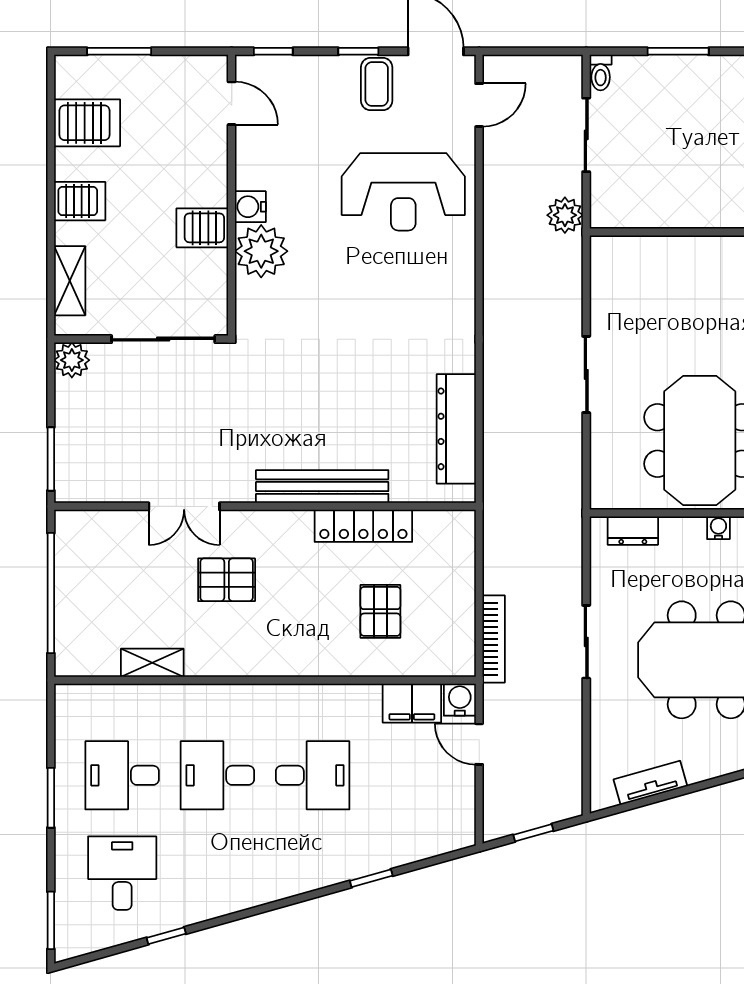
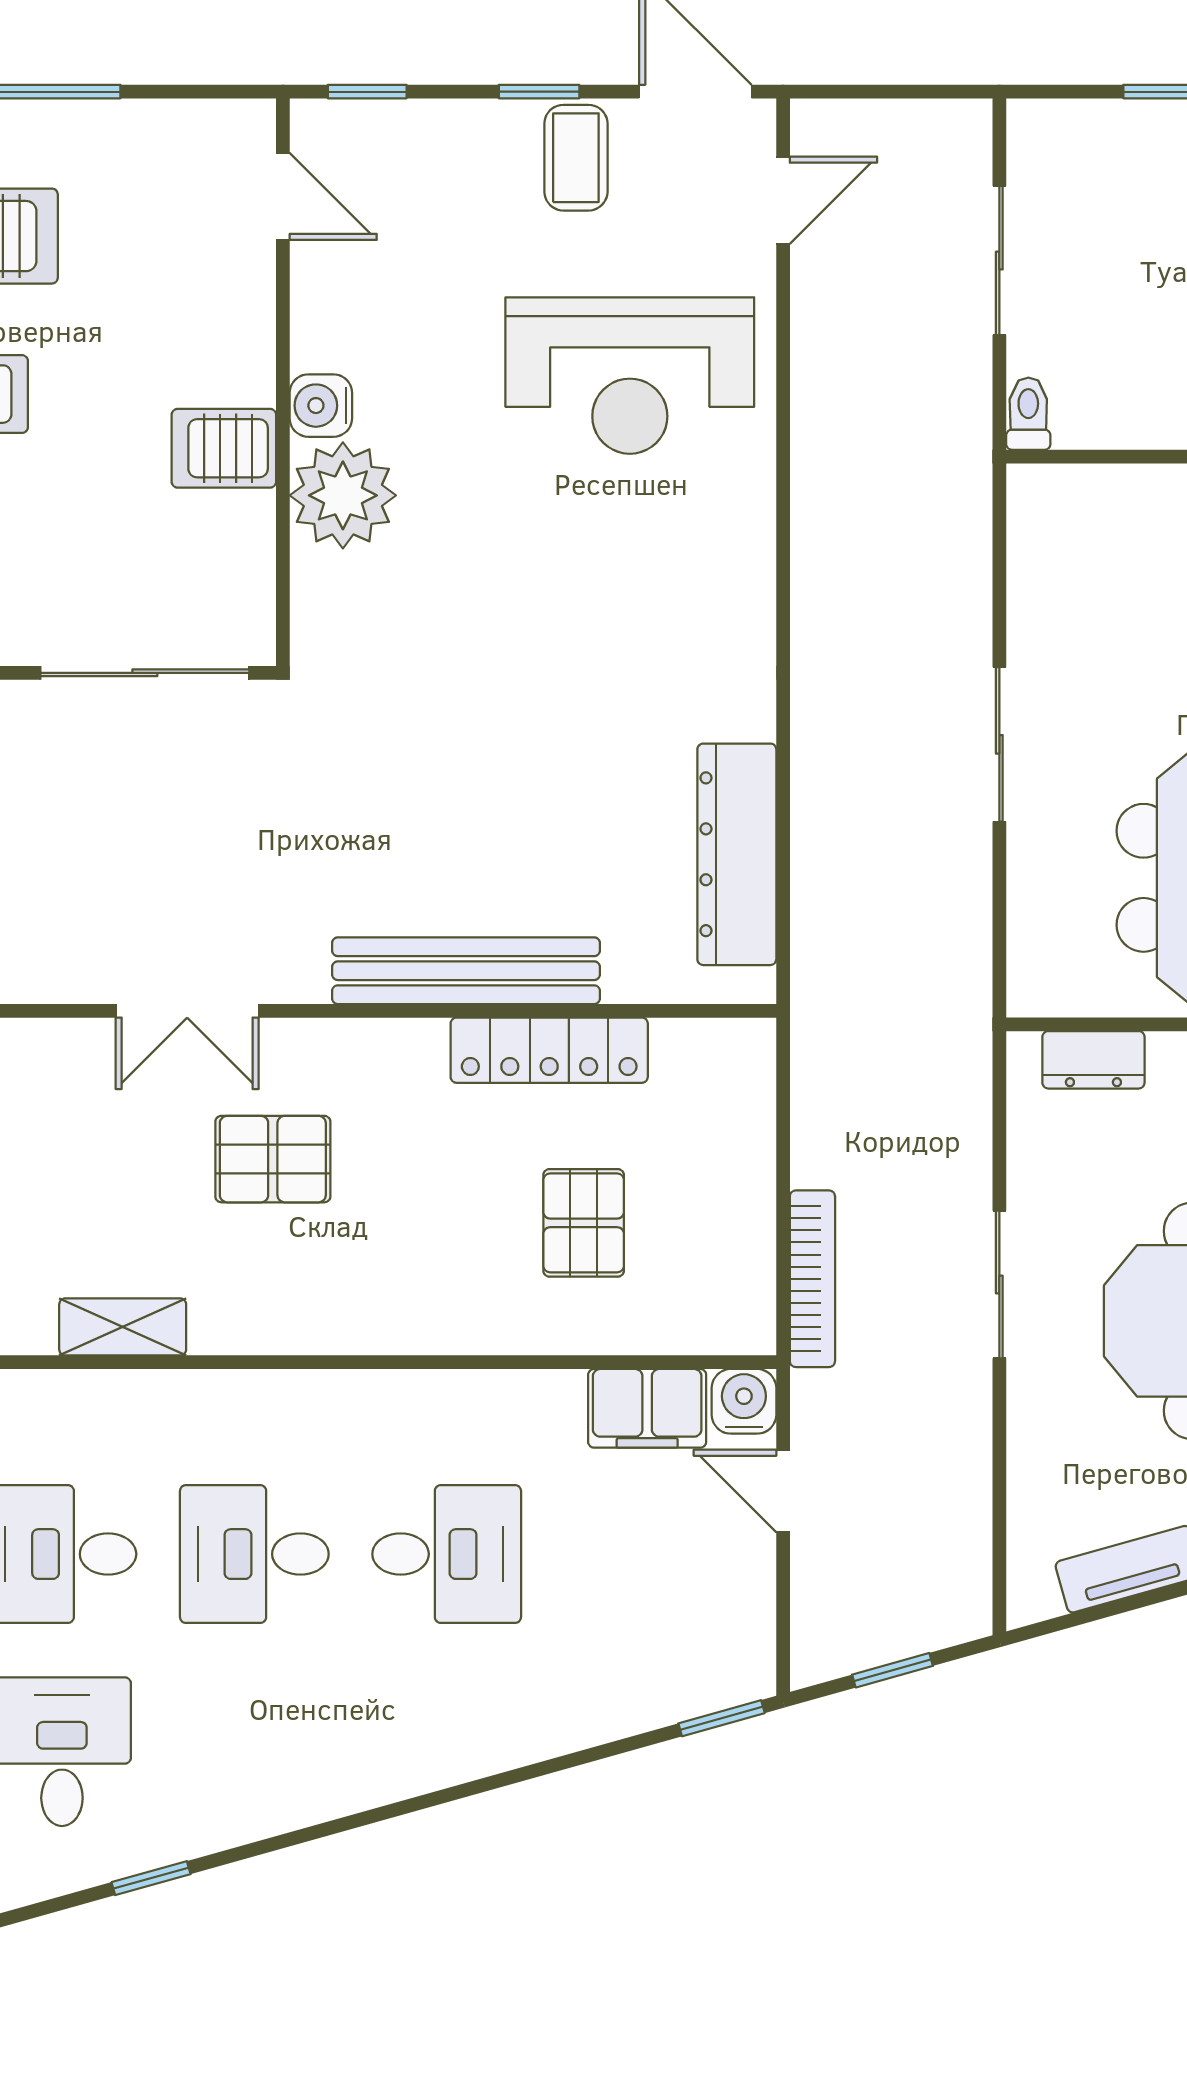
toilet: (601, 73) -> (1028, 414), moved, turned 180
plant: (565, 215) -> (956, 423), removed
window: (371, 878) -> (722, 1718), moved

